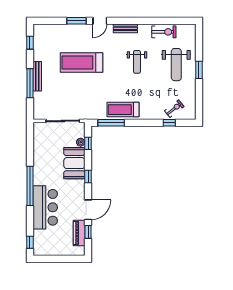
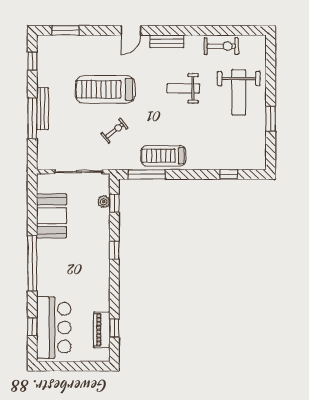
window: (77, 21) -> (66, 30), moved
weight bench: (137, 62) -> (183, 88), turned 90
window: (199, 70) -> (271, 119), moved
exercise bike: (174, 109) -> (114, 131), moved
booth: (74, 163) -> (52, 216), moved
bar counter: (45, 207) -> (54, 328), moved
door: (88, 210) -> (114, 297), removed
window: (30, 242) -> (32, 327), moved

